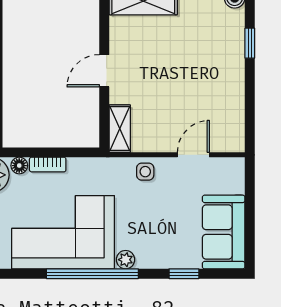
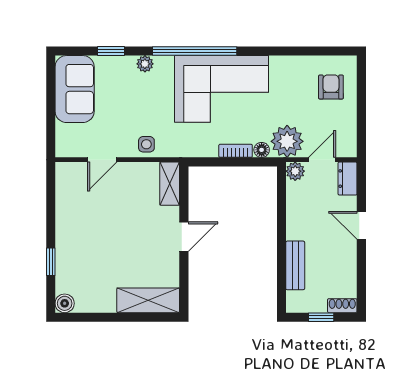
plant: (126, 260) -> (145, 64), moved

